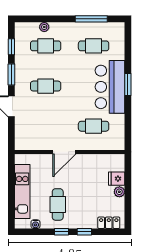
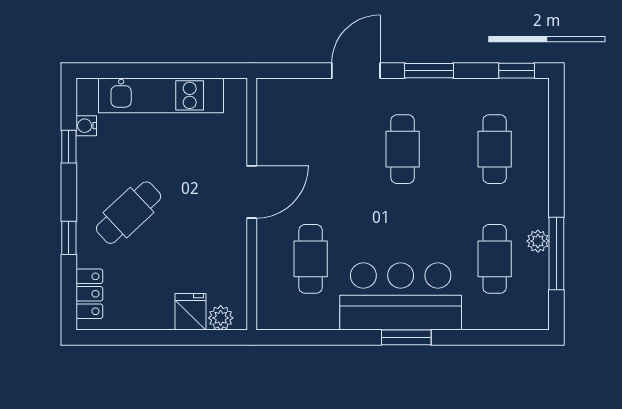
plant: (44, 27) -> (538, 241), moved
window: (11, 47) -> (517, 71), moved
door: (64, 152) -> (252, 192), swing flipped
plant: (119, 192) -> (221, 318), moved
cafe table: (58, 204) -> (129, 213), moved, turned -43
window: (62, 232) -> (69, 147), moved

